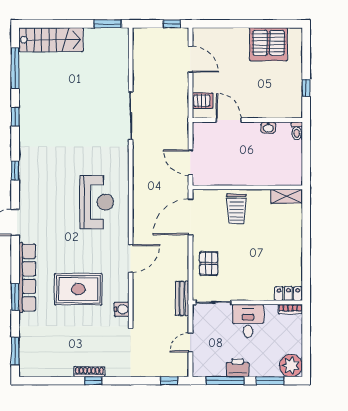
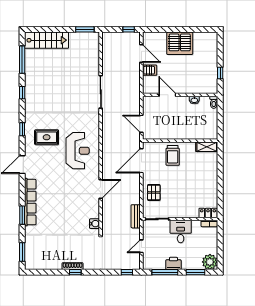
server rack: (268, 44) -> (180, 43), moved
server rack: (203, 101) -> (150, 70), moved
rug: (78, 289) -> (47, 137), moved, width x0.73, depth x0.70

